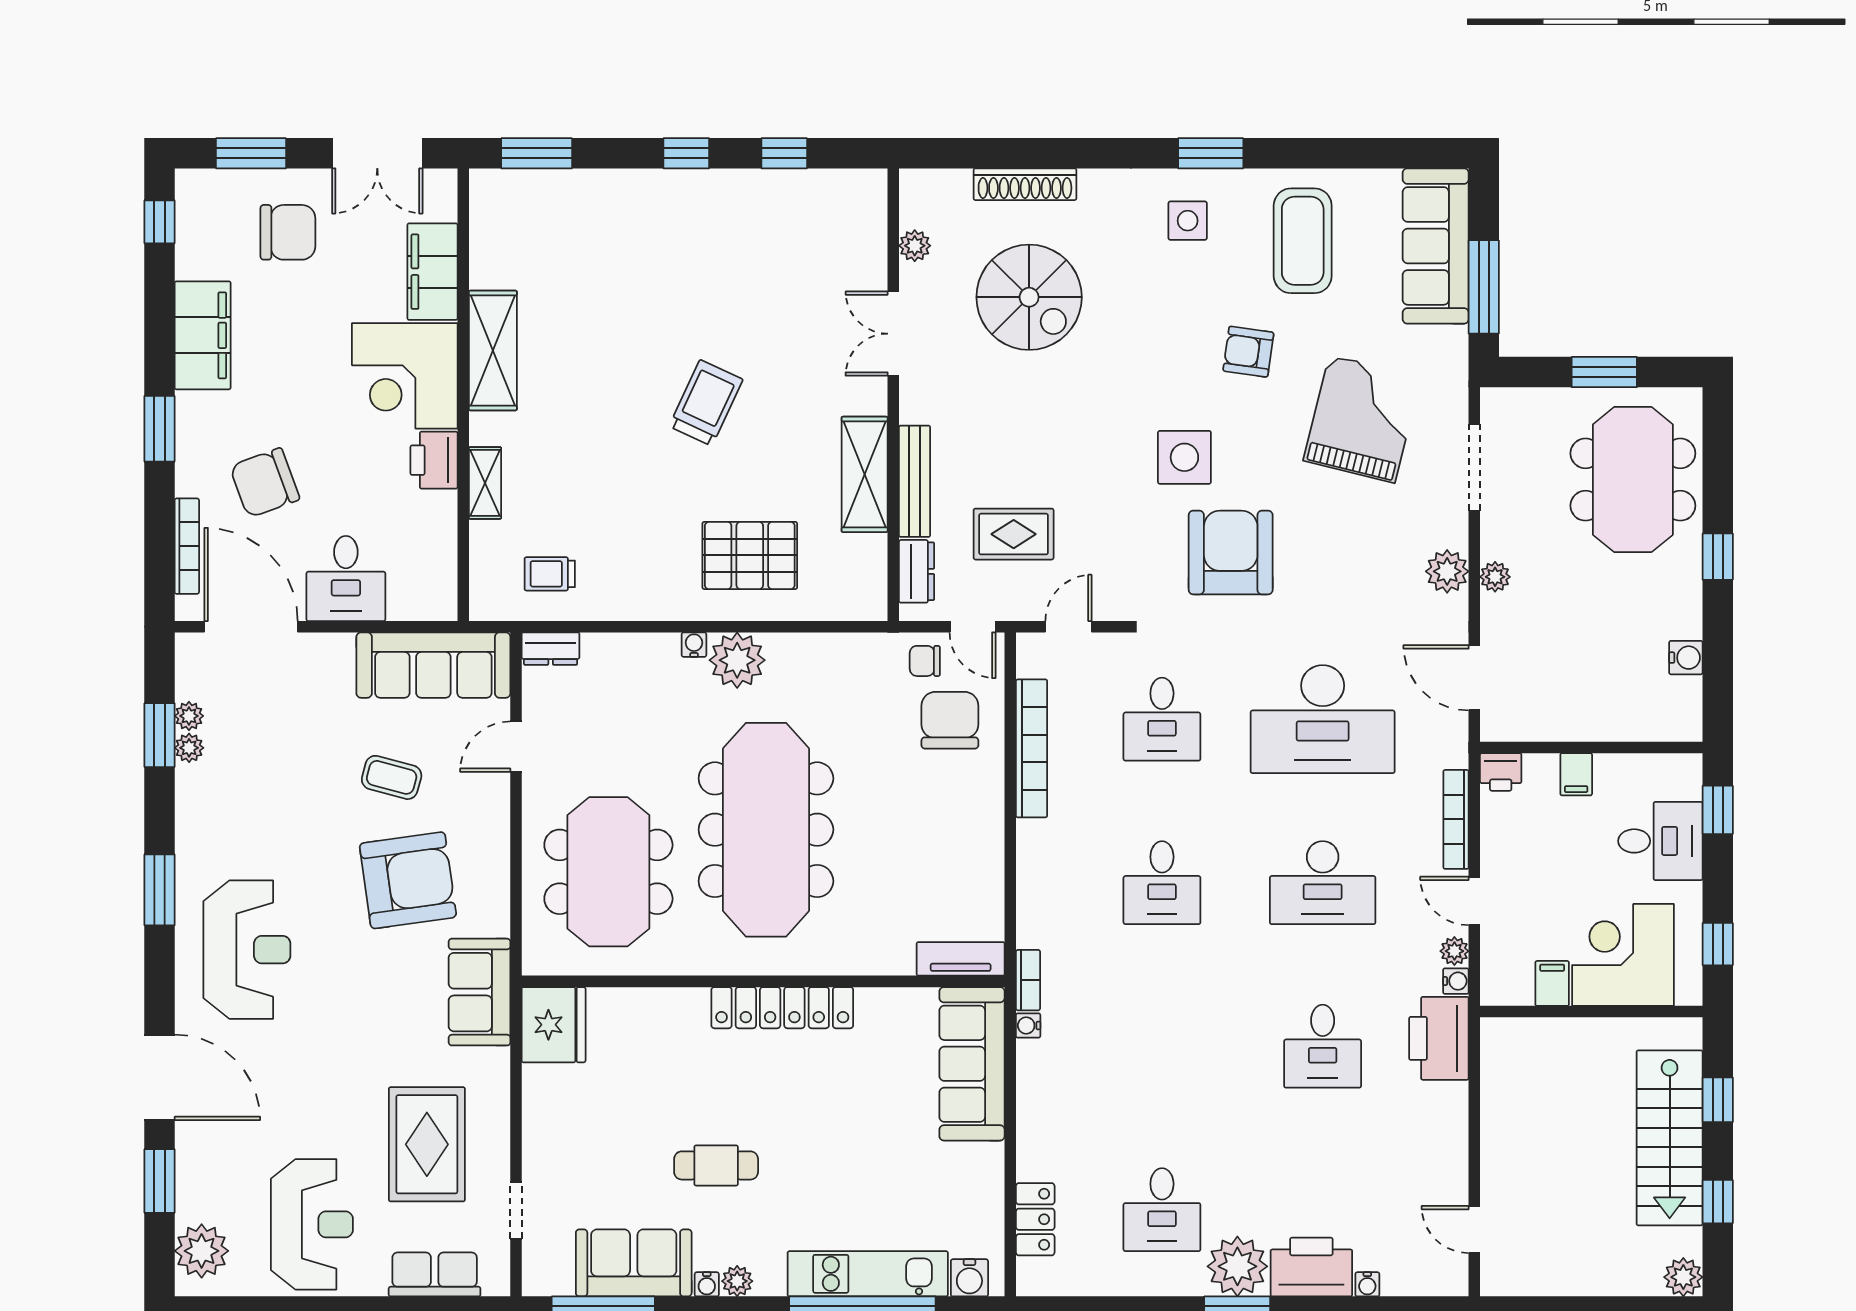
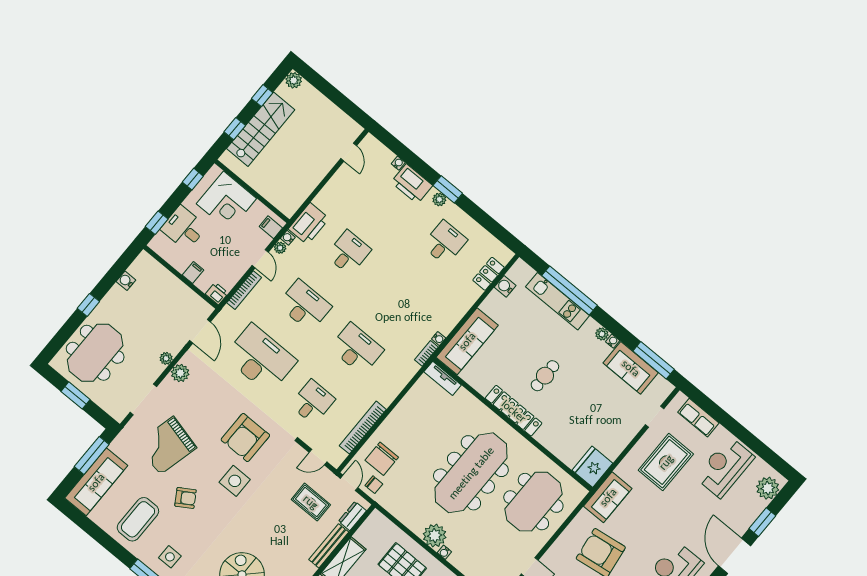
armchair: (1248, 352) -> (186, 498), turned -40
desk: (1162, 883) -> (357, 349), width x1.37
filing cabinet: (1552, 983) -> (271, 227), moved, turned 90
cafe table: (716, 1165) -> (545, 376), moved, turned 90
plant: (1237, 1266) -> (439, 199), width x0.53, depth x0.53
water cooler: (969, 1278) -> (505, 286), moved, turned -90

